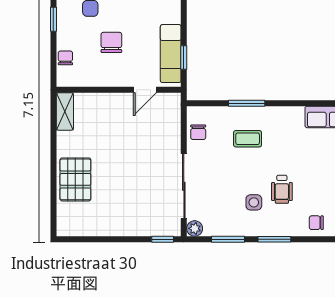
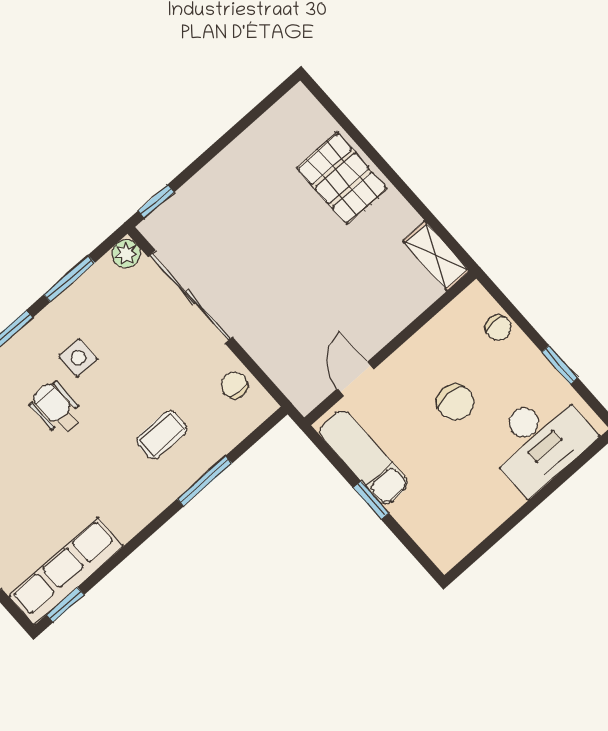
window: (184, 57) -> (371, 500), moved

